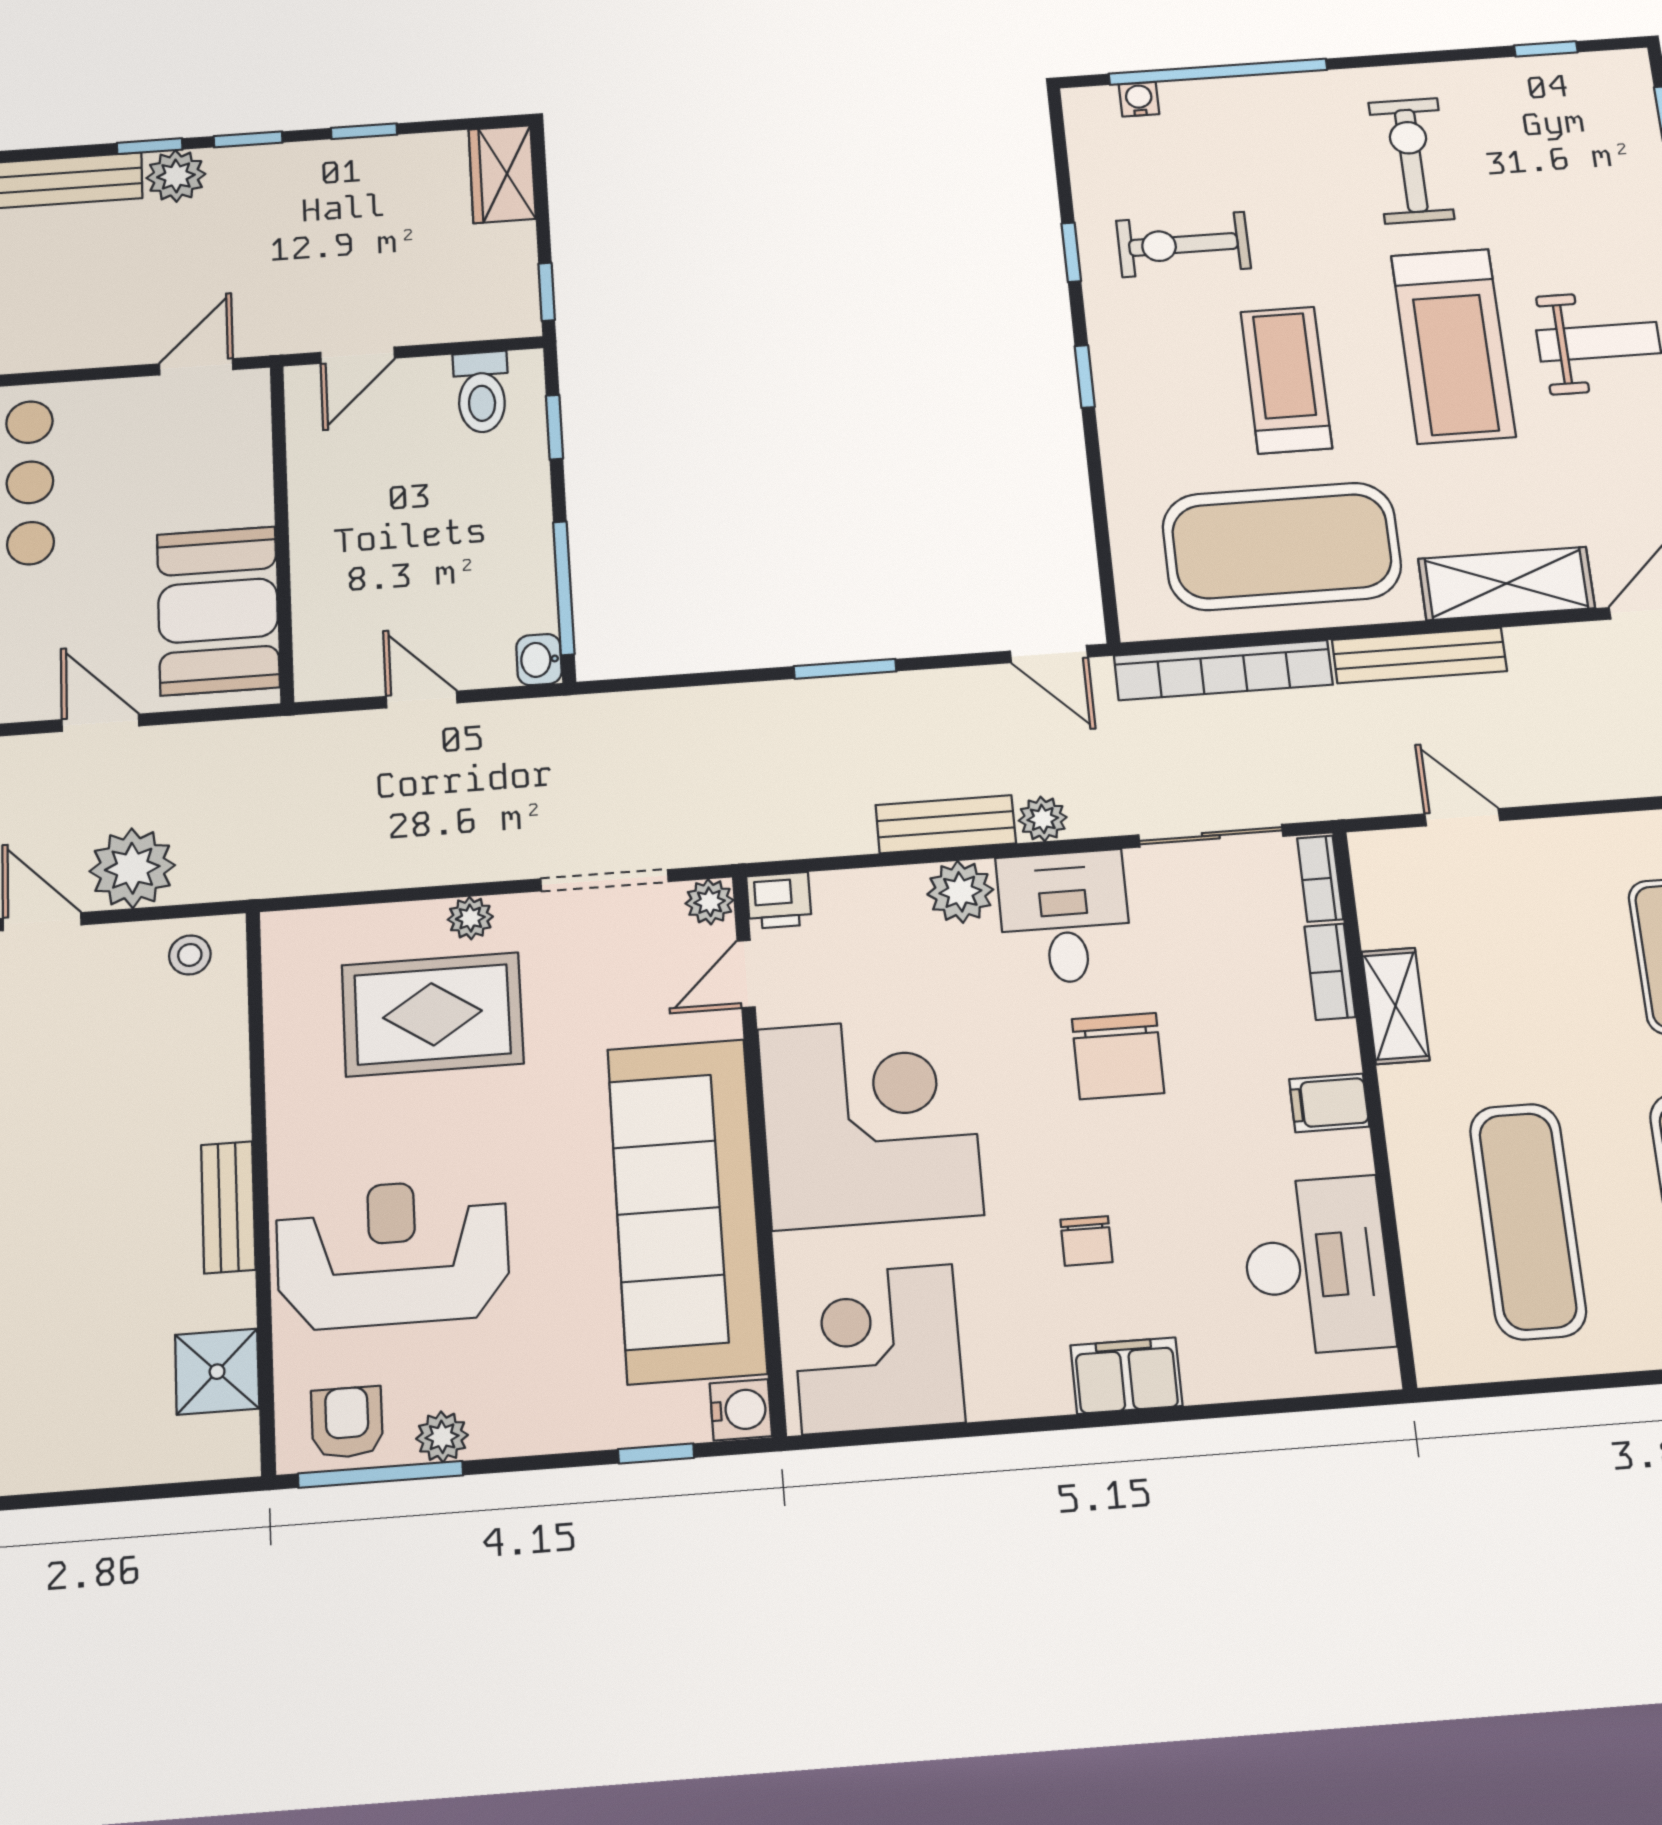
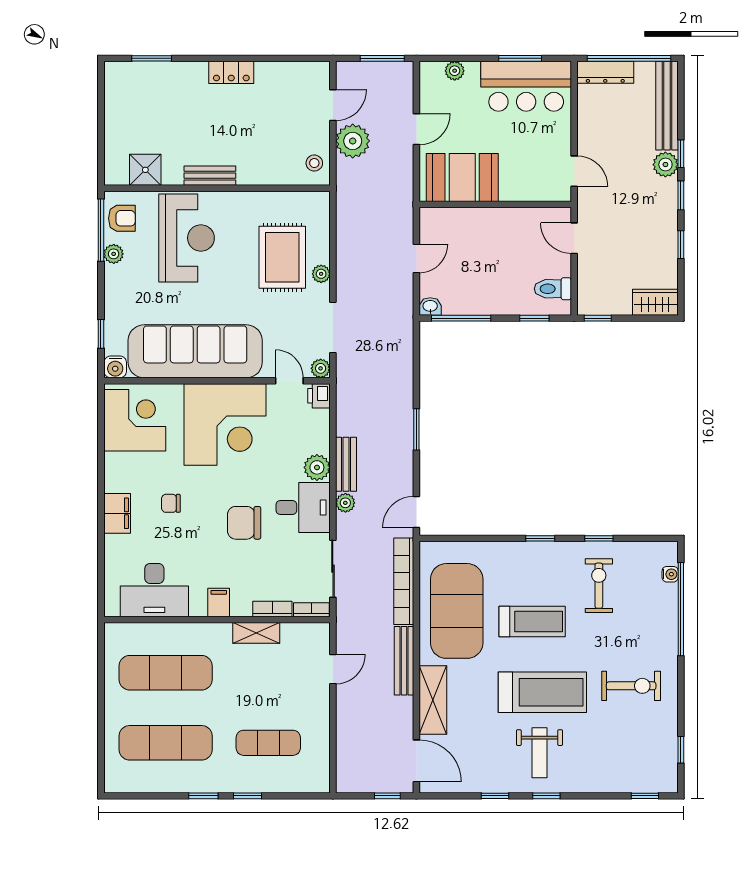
treadmill: (1453, 346) -> (542, 692), turned 180

